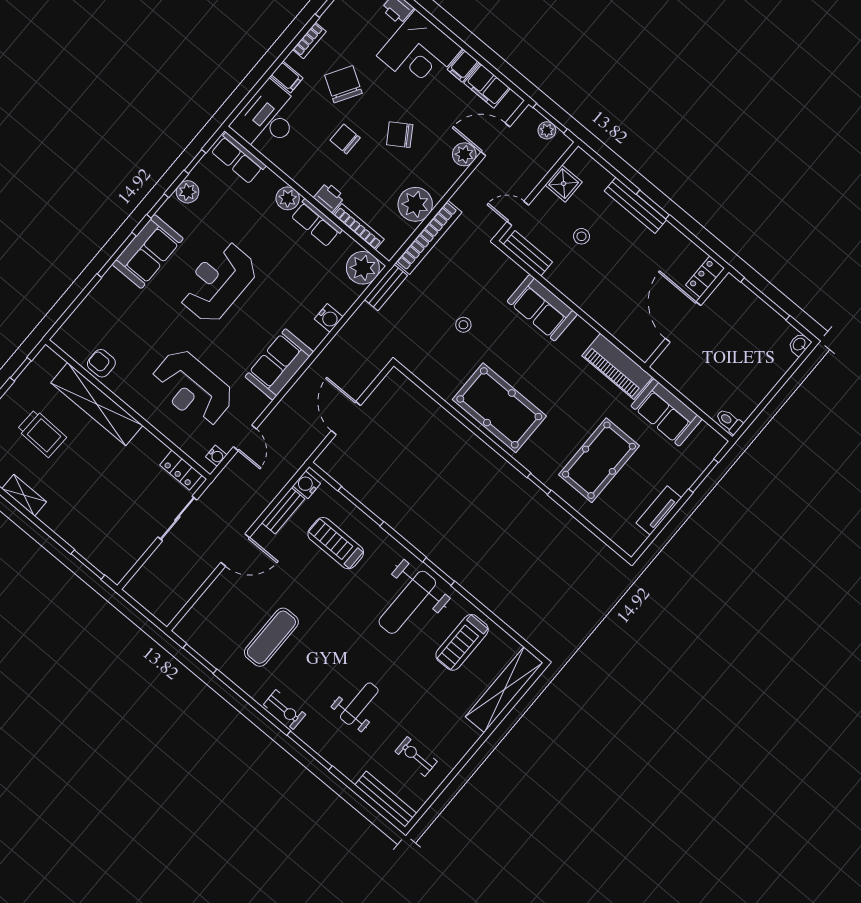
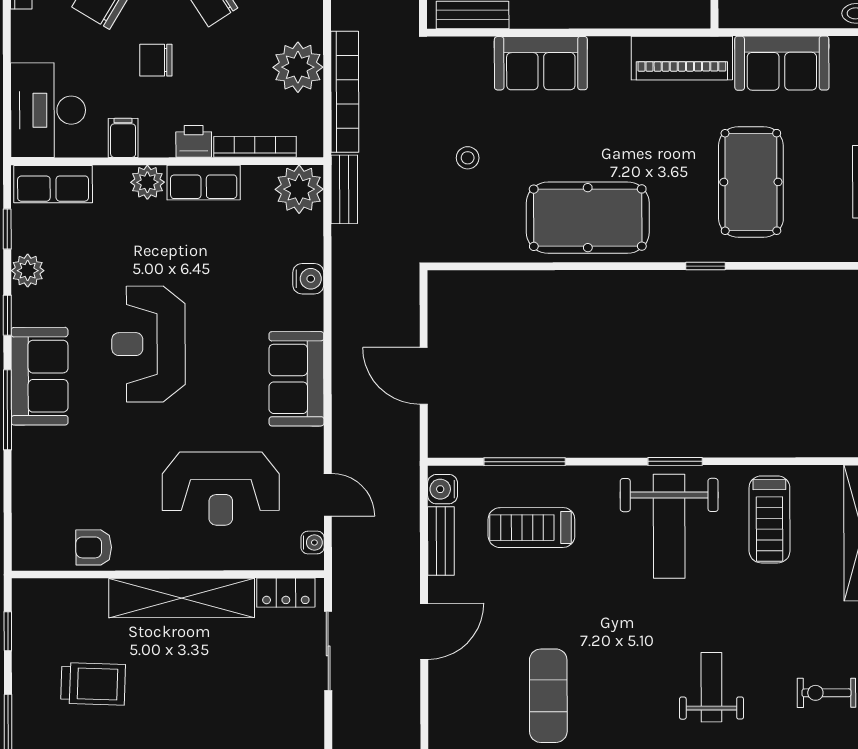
filing cabinet: (287, 77) -> (123, 138), moved, turned -90
shelving: (97, 404) -> (182, 598), moved

